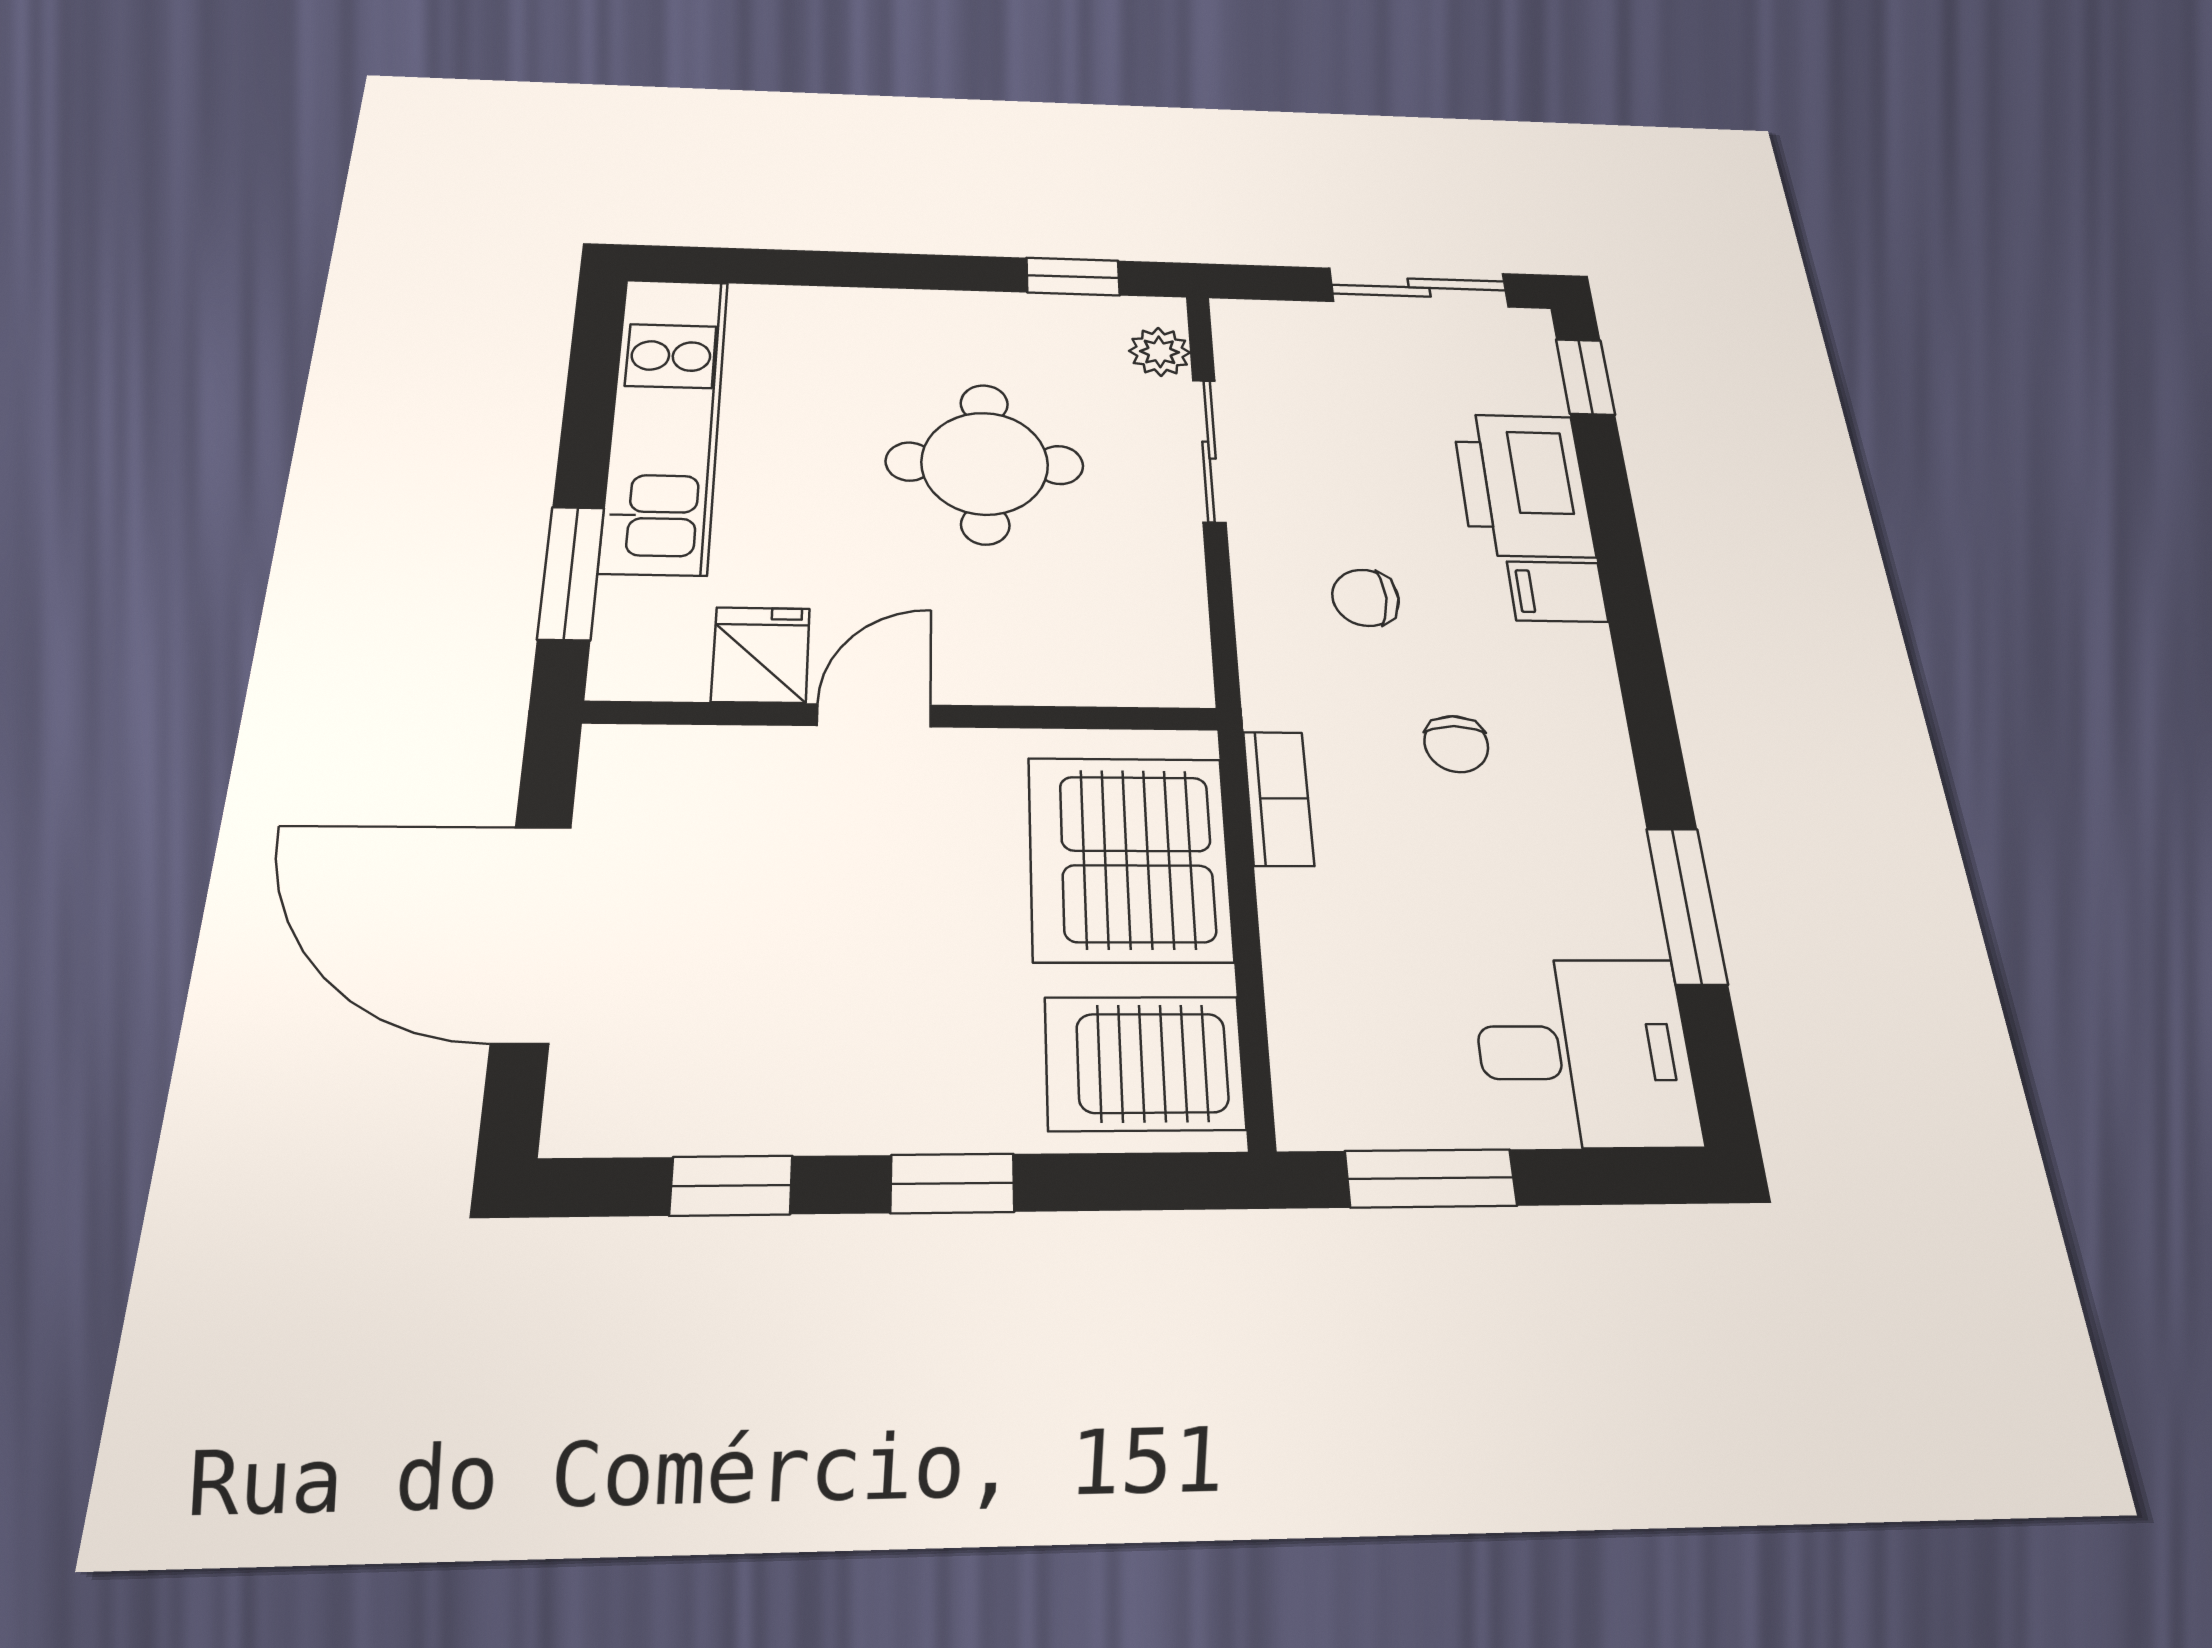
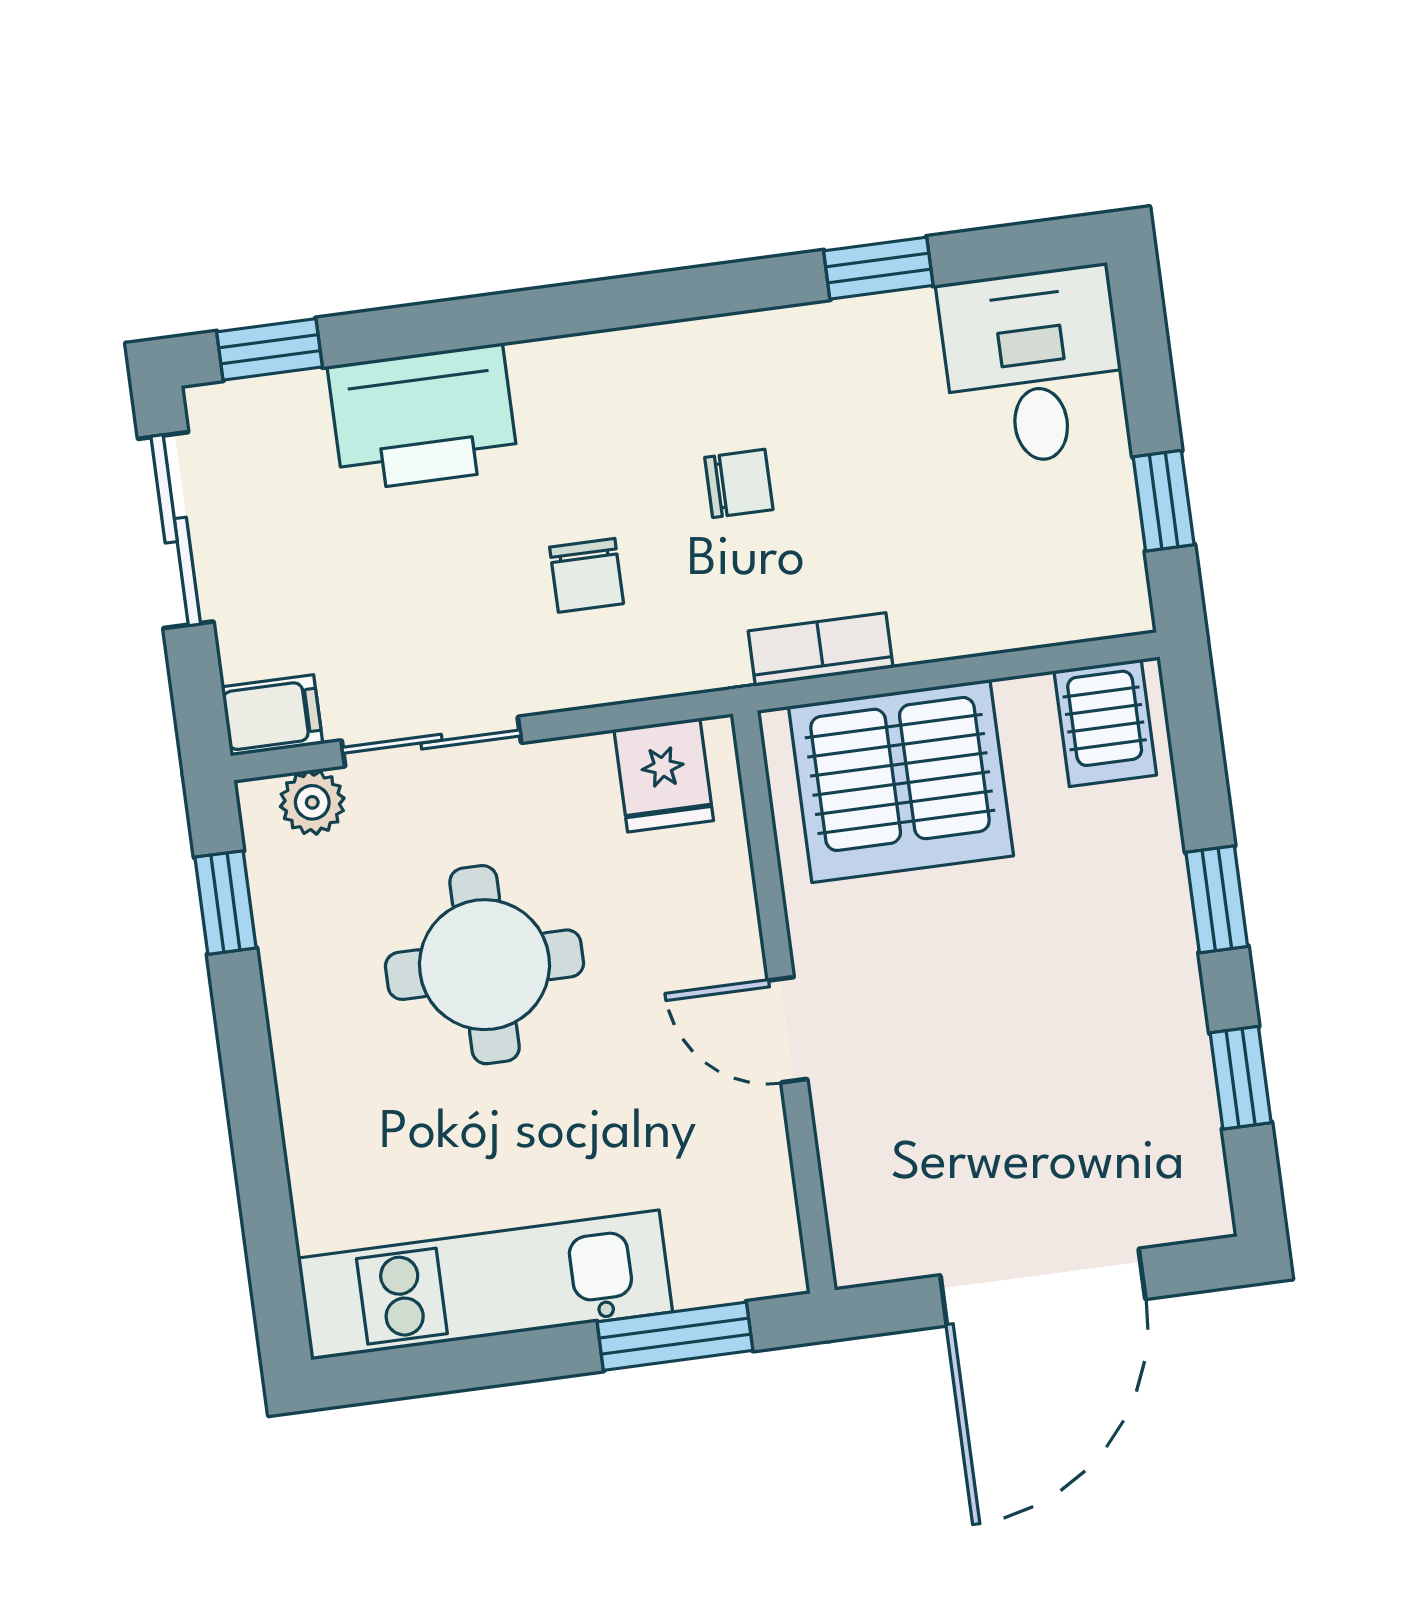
filing cabinet: (1557, 592) -> (272, 715), moved, turned -90
fridge: (761, 655) -> (664, 775), moved, turned -90
window: (1687, 906) -> (878, 268), width x0.67
server rack: (1144, 1063) -> (1105, 723), width x0.73, depth x0.70
window: (1431, 1178) -> (1164, 501), width x0.67

